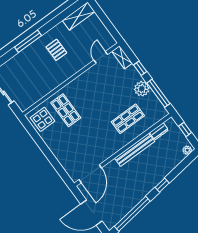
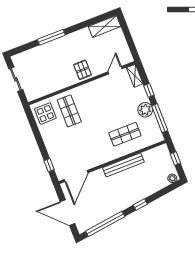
pallet: (56, 50) -> (83, 70), moved
dresser: (159, 131) -> (151, 154), removed
window: (60, 170) -> (49, 165), added

